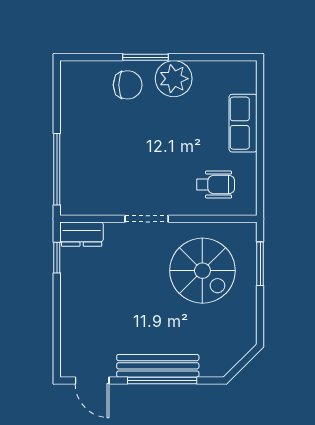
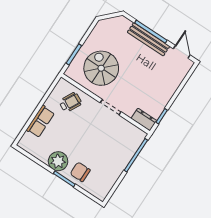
wheelchair: (216, 185) -> (70, 102), turned 117

